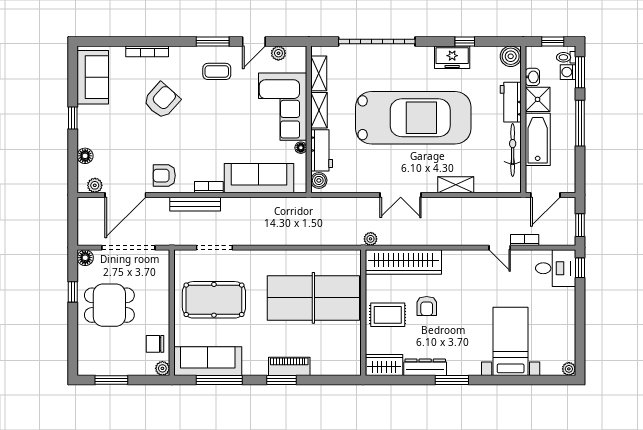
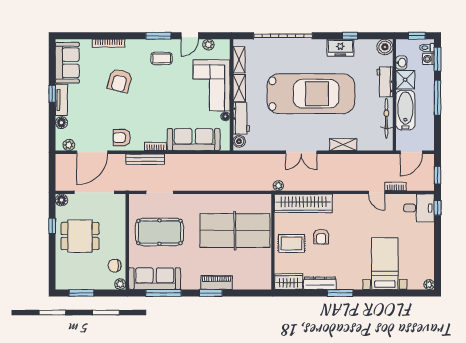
armchair: (162, 101) -> (120, 81), turned 152
tv unit: (85, 126) -> (61, 100), added

